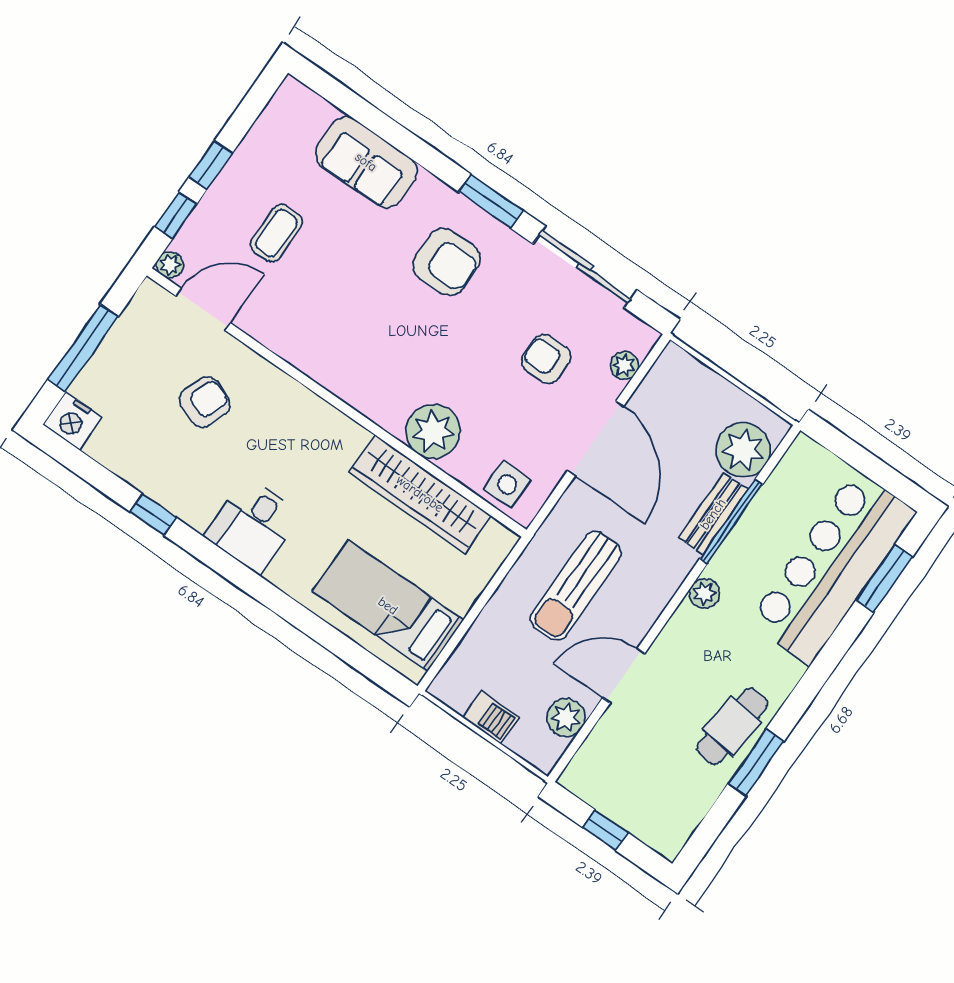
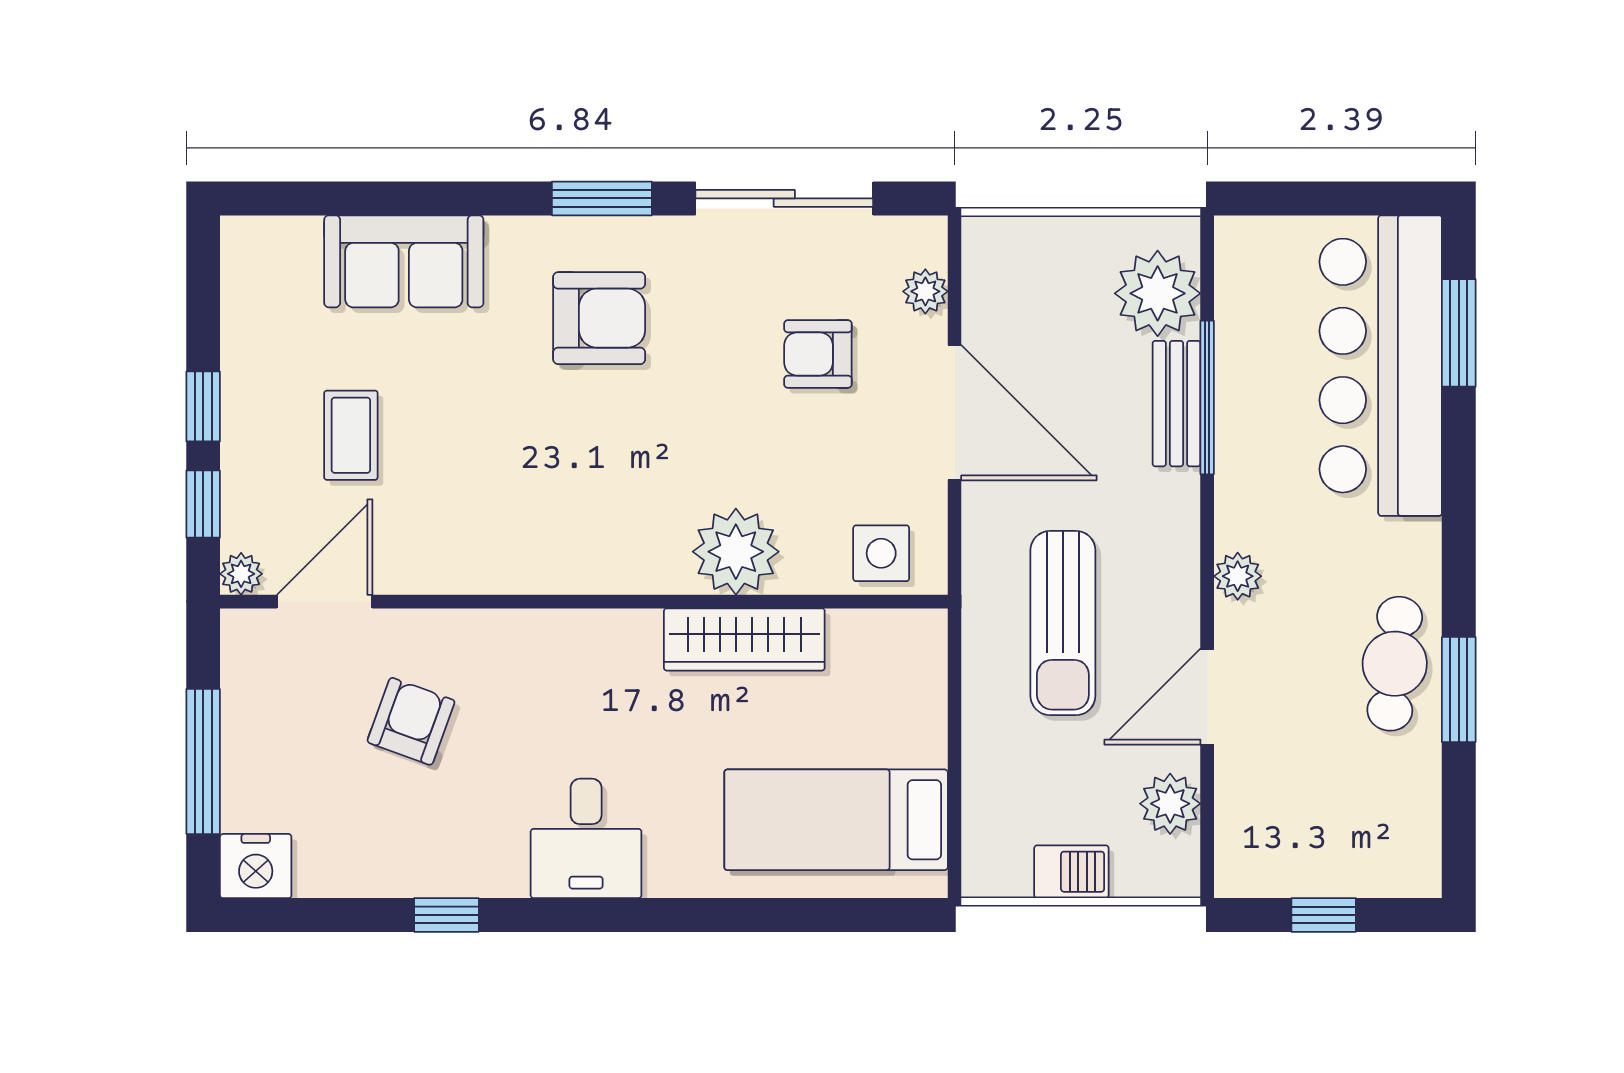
wardrobe: (420, 494) -> (744, 639), width x0.71, depth x0.85
plant: (705, 593) -> (1238, 576), moved

